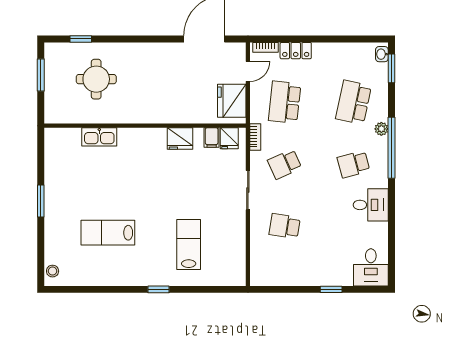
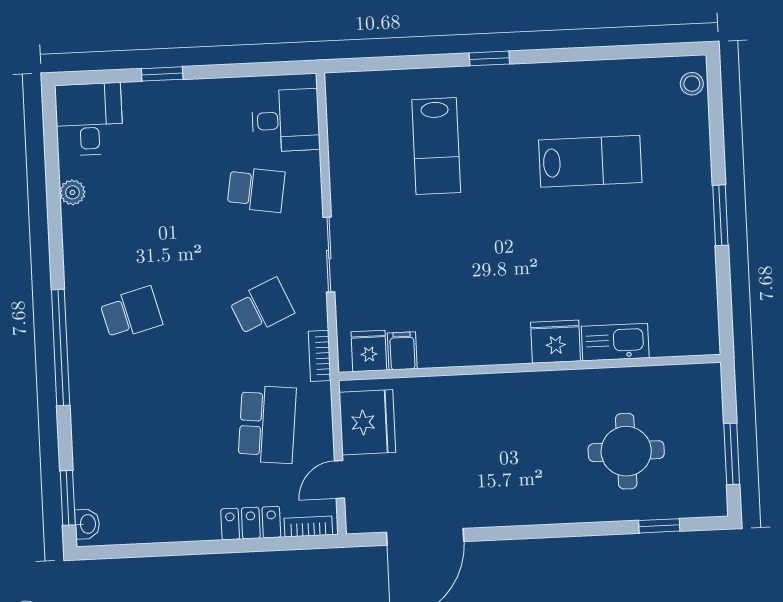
school desk: (354, 102) -> (137, 430), removed
plant: (381, 129) -> (72, 192), moved
fridge: (180, 139) -> (556, 342), moved
desk: (371, 205) -> (286, 120), moved, turned 180

